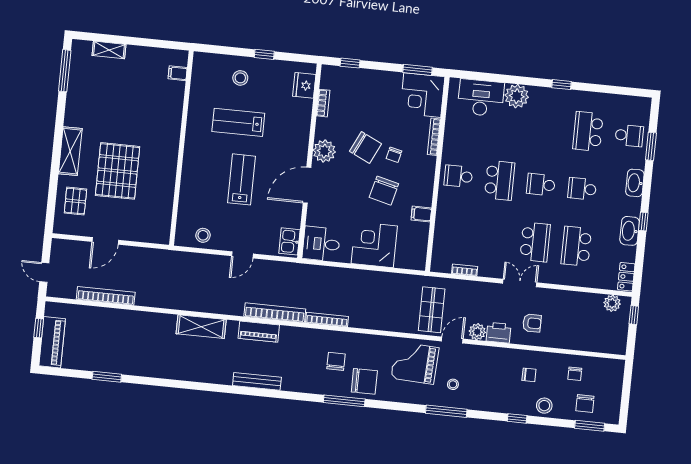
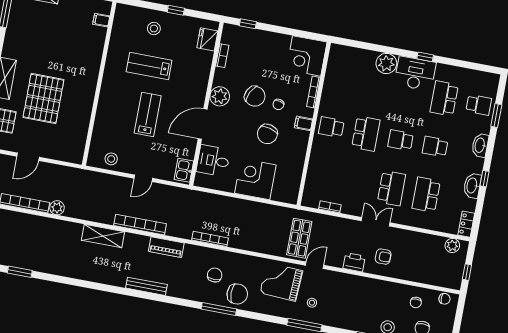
window: (418, 70) -> (304, 34), removed
desk: (481, 98) -> (415, 74), moved
filing cabinet: (421, 214) -> (303, 123), moved
desk: (321, 244) -> (213, 161), moved
bookcase: (275, 313) -> (140, 225), moved
window: (634, 315) -> (467, 272), moved
piano: (259, 332) -> (166, 247), moved
plant: (477, 332) -> (57, 208), moved
chair: (529, 375) -> (445, 299), moved

